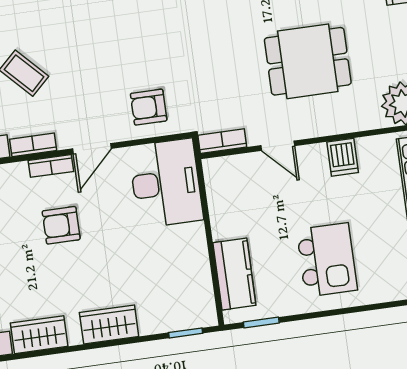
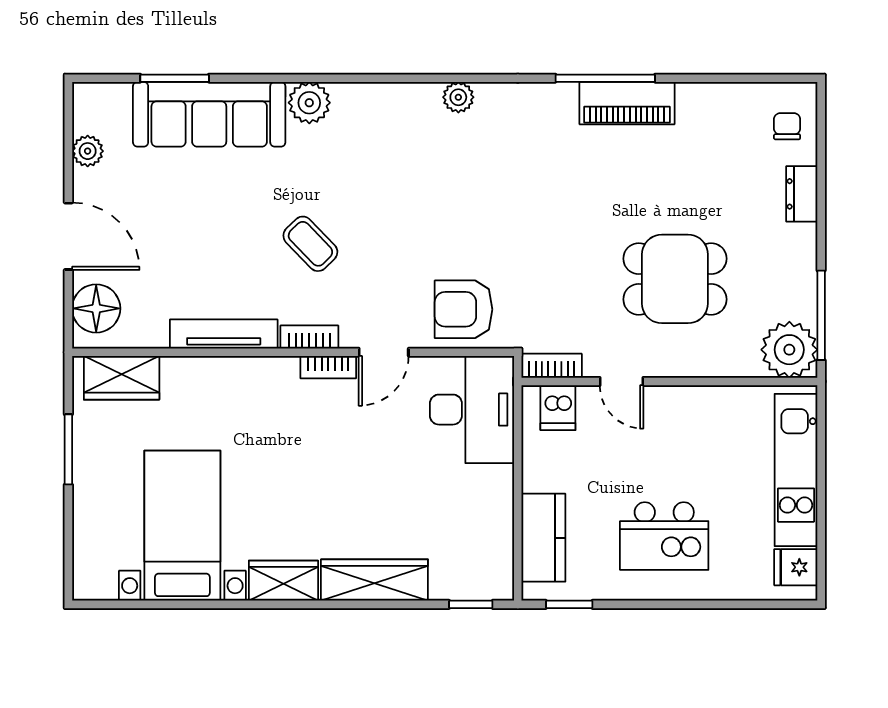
armchair: (149, 107) -> (464, 309), width x1.38, depth x1.38
dishwasher: (343, 157) -> (558, 408), moved
armchair: (61, 225) -> (331, 445), removed
kitchen island: (327, 260) -> (664, 536), turned 90
wardrobe: (109, 325) -> (374, 580), width x1.50

